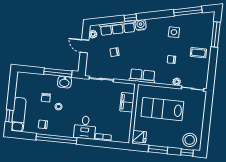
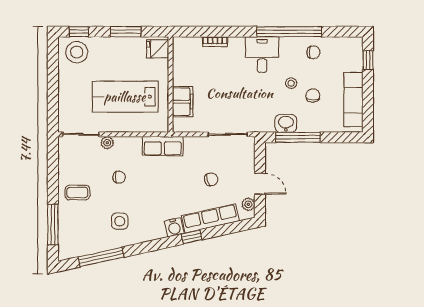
lab bench: (162, 109) -> (125, 97), turned 180
exam couch: (19, 115) -> (353, 100), moved
desk: (85, 127) -> (262, 55), moved

